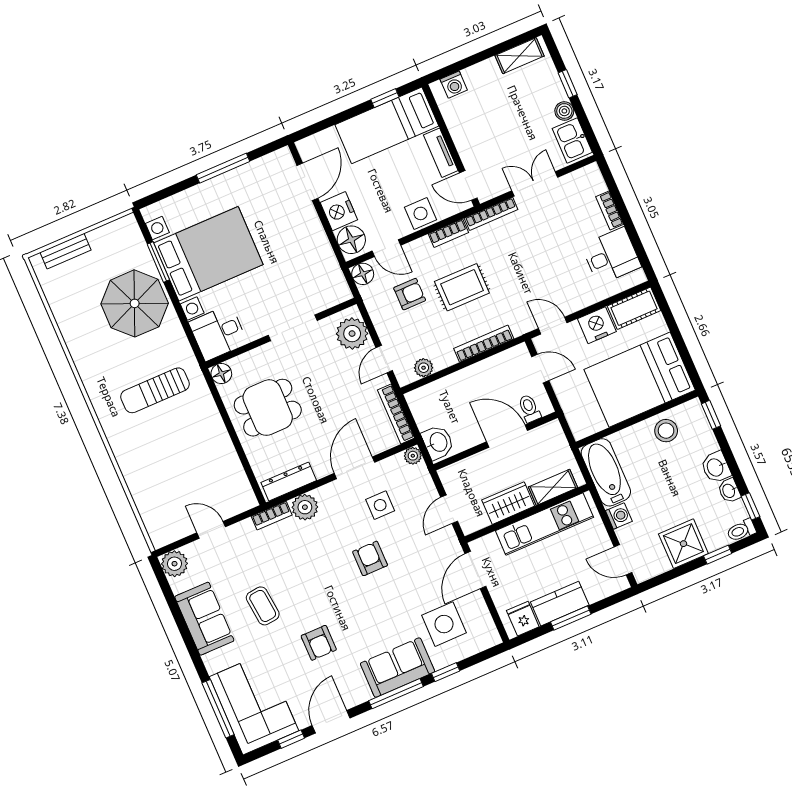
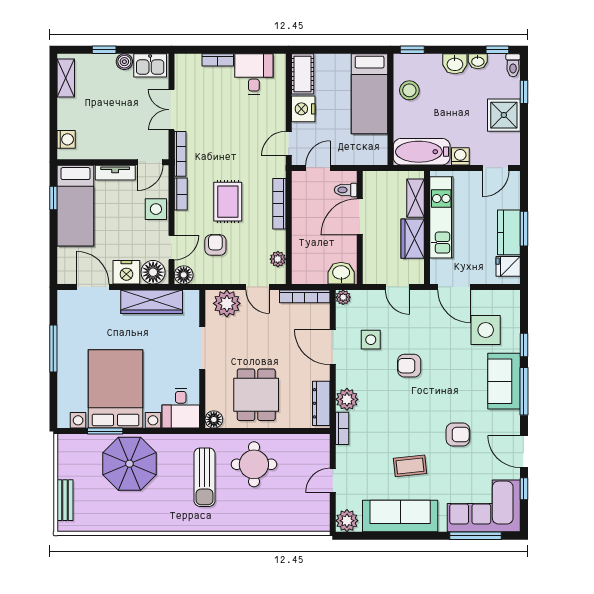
wardrobe: (319, 252) -> (152, 302), added
bed: (640, 380) -> (370, 94), width x0.67
round table: (192, 438) -> (254, 464), added
sofa: (204, 619) -> (400, 516), width x1.36

